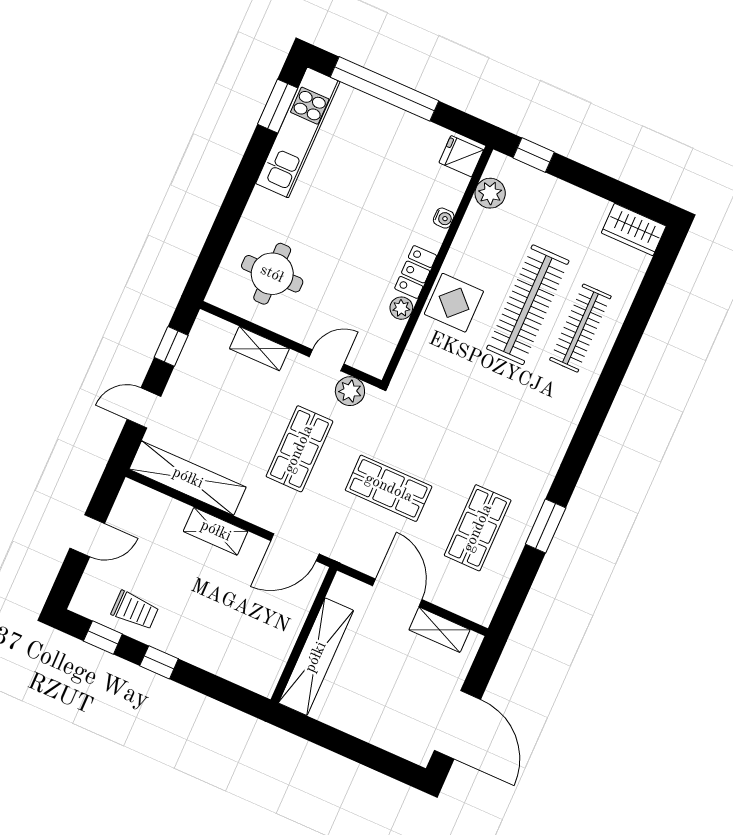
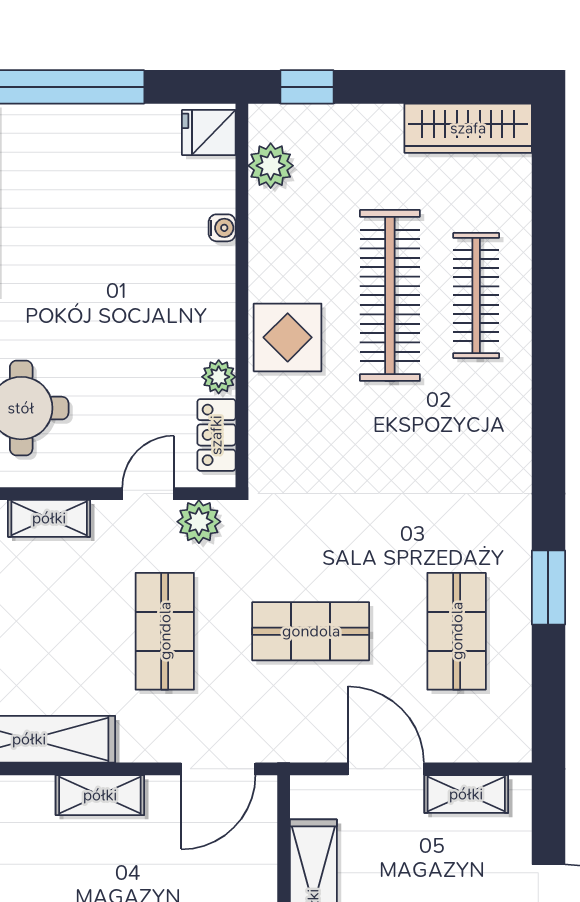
wardrobe: (634, 230) -> (468, 128), width x1.50
locker: (416, 272) -> (216, 435), moved

